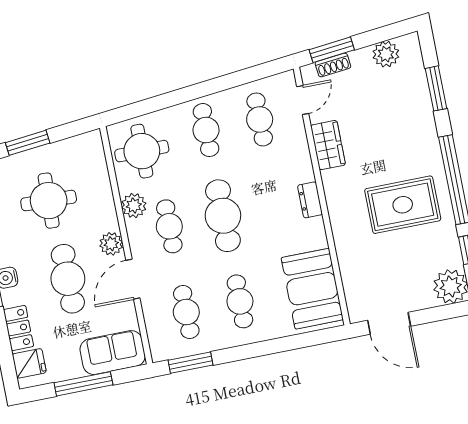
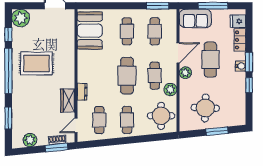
dresser: (310, 200) -> (82, 92), moved
round table: (49, 201) -> (205, 108), moved

